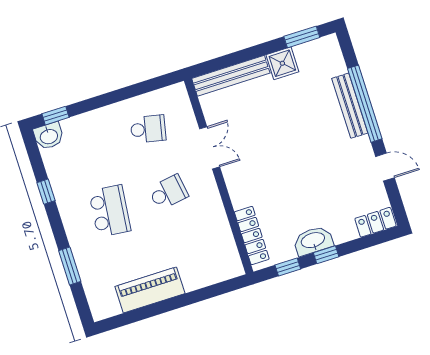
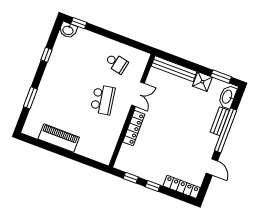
bench: (350, 106) -> (220, 121), width x0.73
school desk: (168, 192) -> (103, 100), width x1.85
school desk: (110, 211) -> (69, 87), removed
locker: (375, 222) -> (182, 187), width x1.53
locker: (252, 235) -> (134, 128), moved
washbasin: (313, 241) -> (227, 97), moved, turned -90

